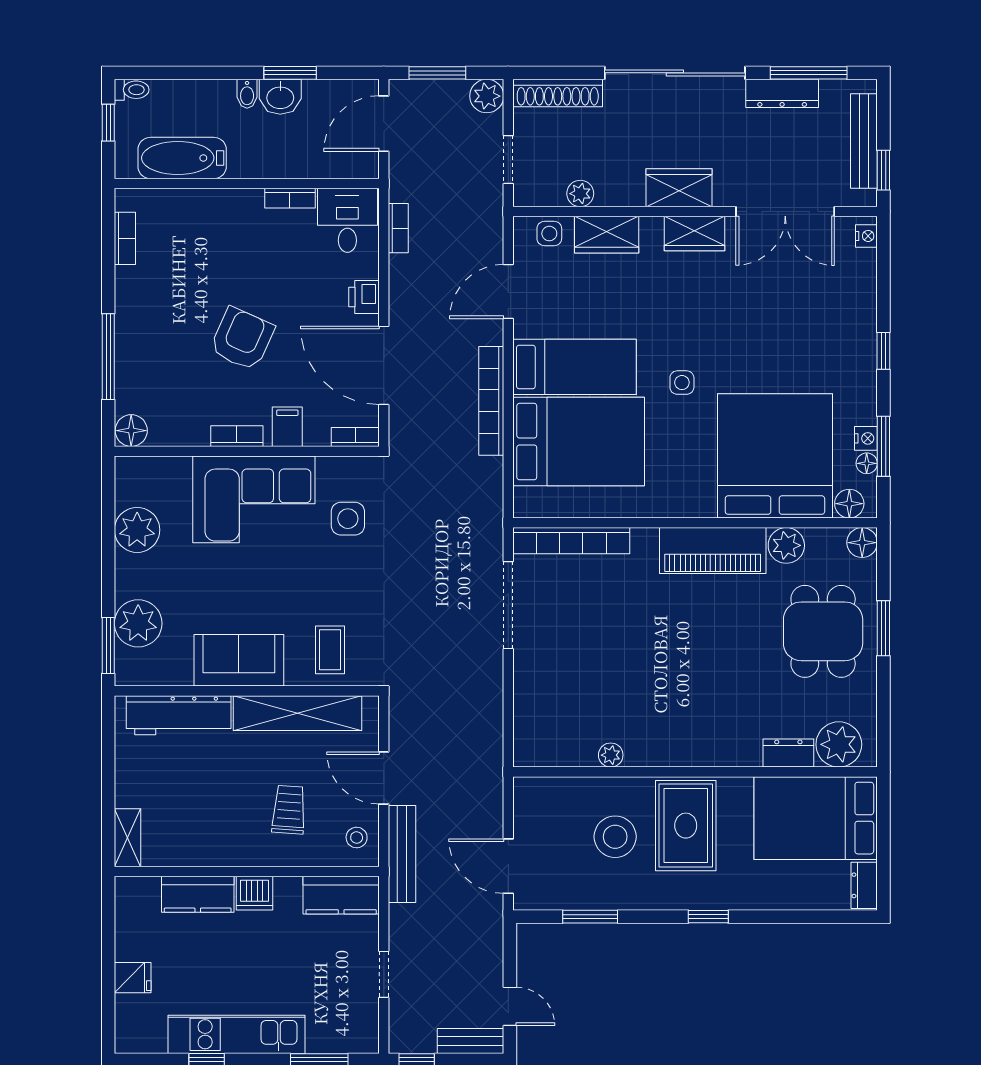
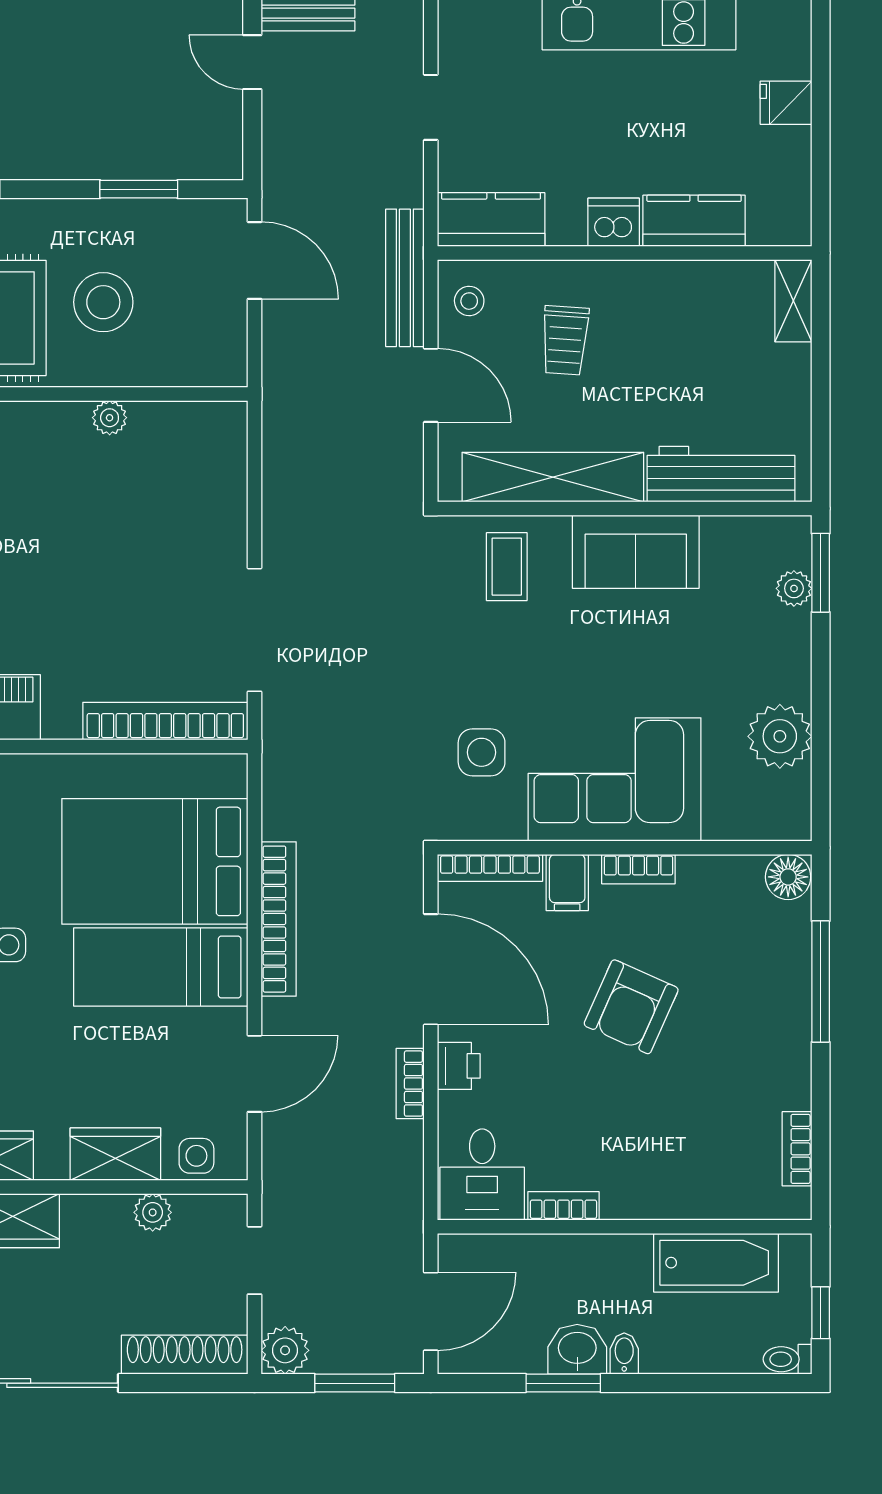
bookcase: (398, 228) -> (410, 1084), moved
bookcase: (355, 437) -> (490, 868), width x1.56
plant: (138, 623) -> (794, 588), width x0.53, depth x0.53

